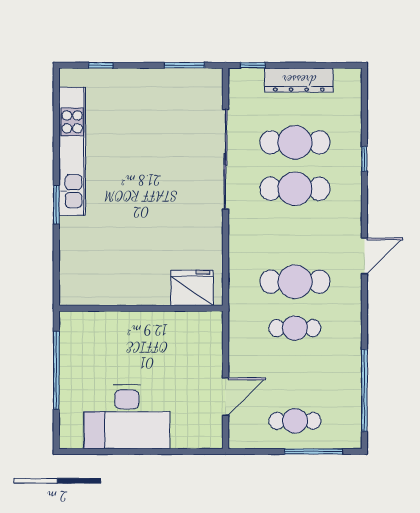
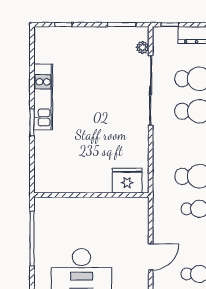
plant: (214, 98) -> (142, 47), added
kitchen unit: (72, 151) -> (43, 97), width x0.73

